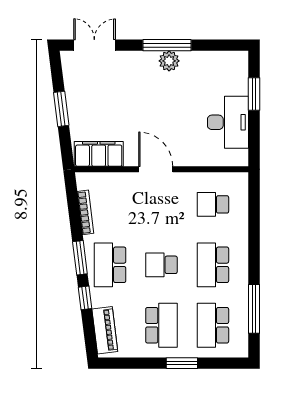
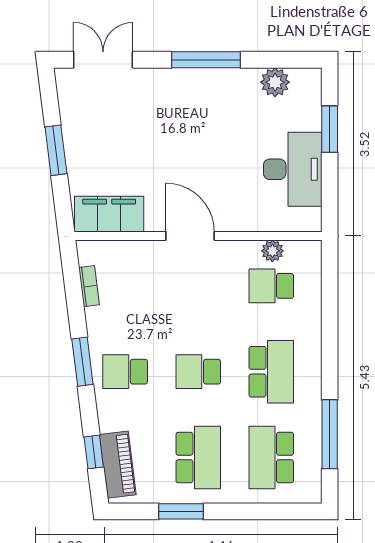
plant: (169, 61) -> (275, 82), moved
plant: (214, 180) -> (272, 251), added
bookcase: (85, 212) -> (89, 286), width x0.64
school desk: (110, 265) -> (125, 372), width x0.54
school desk: (213, 265) -> (271, 372), turned 180
window: (85, 298) -> (94, 452), moved
window: (182, 363) -> (181, 511), moved

